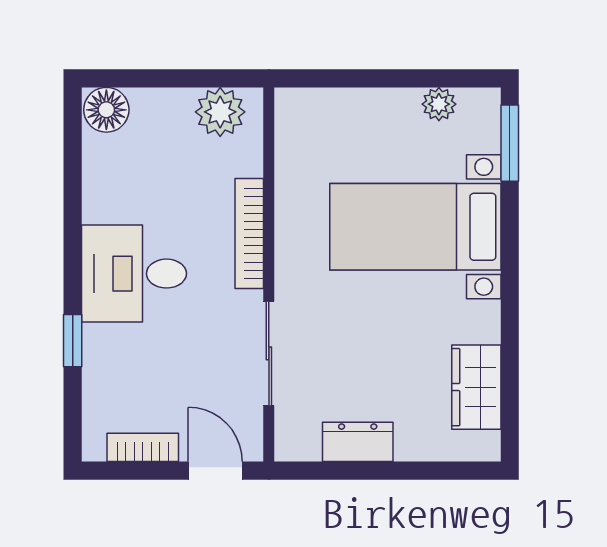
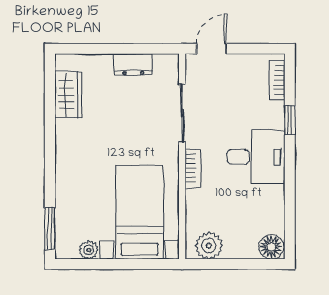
bed with nightstands: (415, 227) -> (140, 212), moved, turned -90
bookcase: (249, 234) -> (193, 168), width x0.64
bookcase: (143, 447) -> (277, 80), moved, turned 90
door: (215, 471) -> (212, 49), swing flipped

